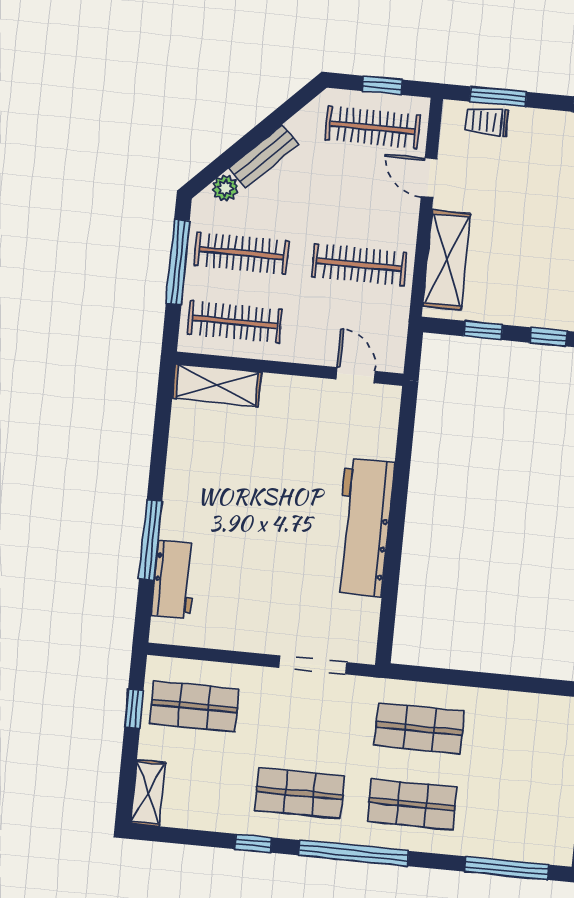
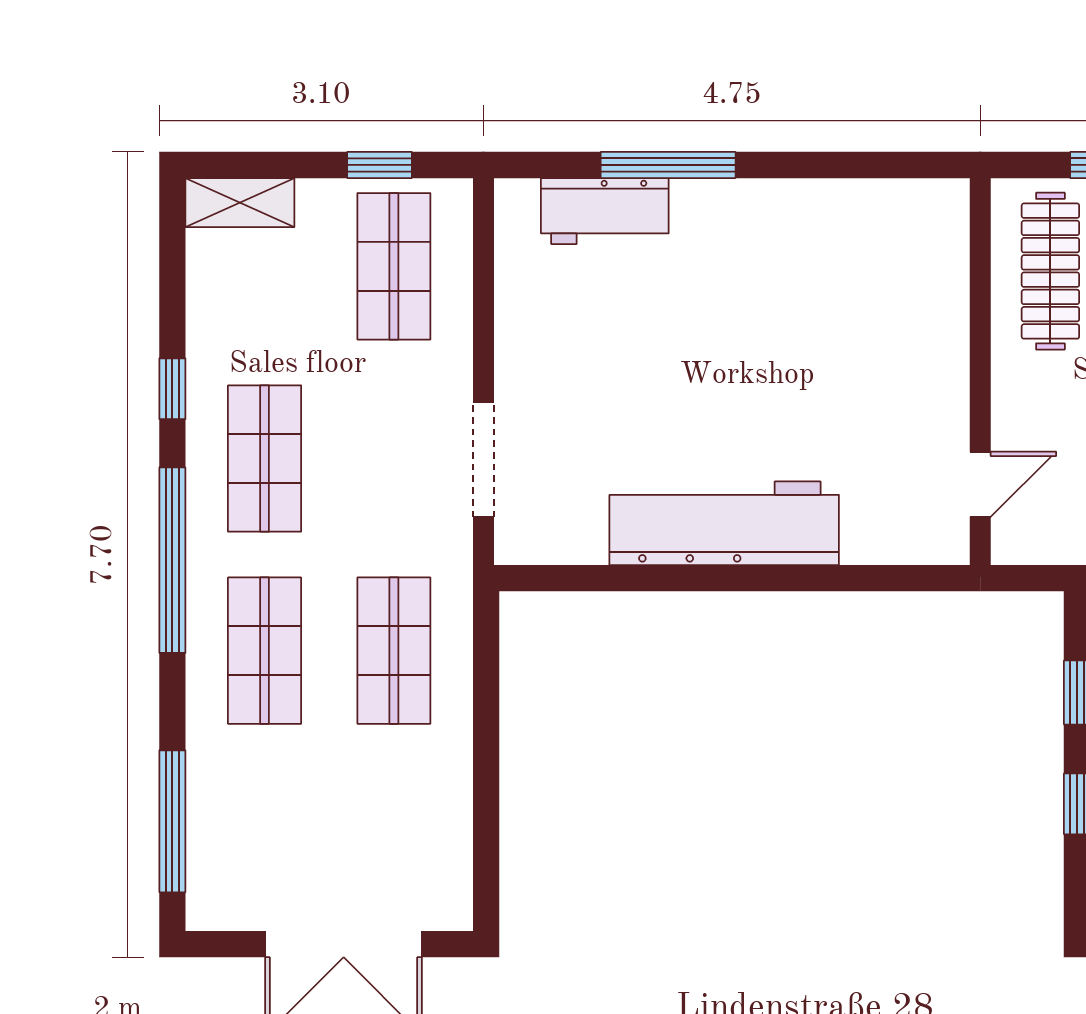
shelving: (217, 385) -> (940, 252), removed

